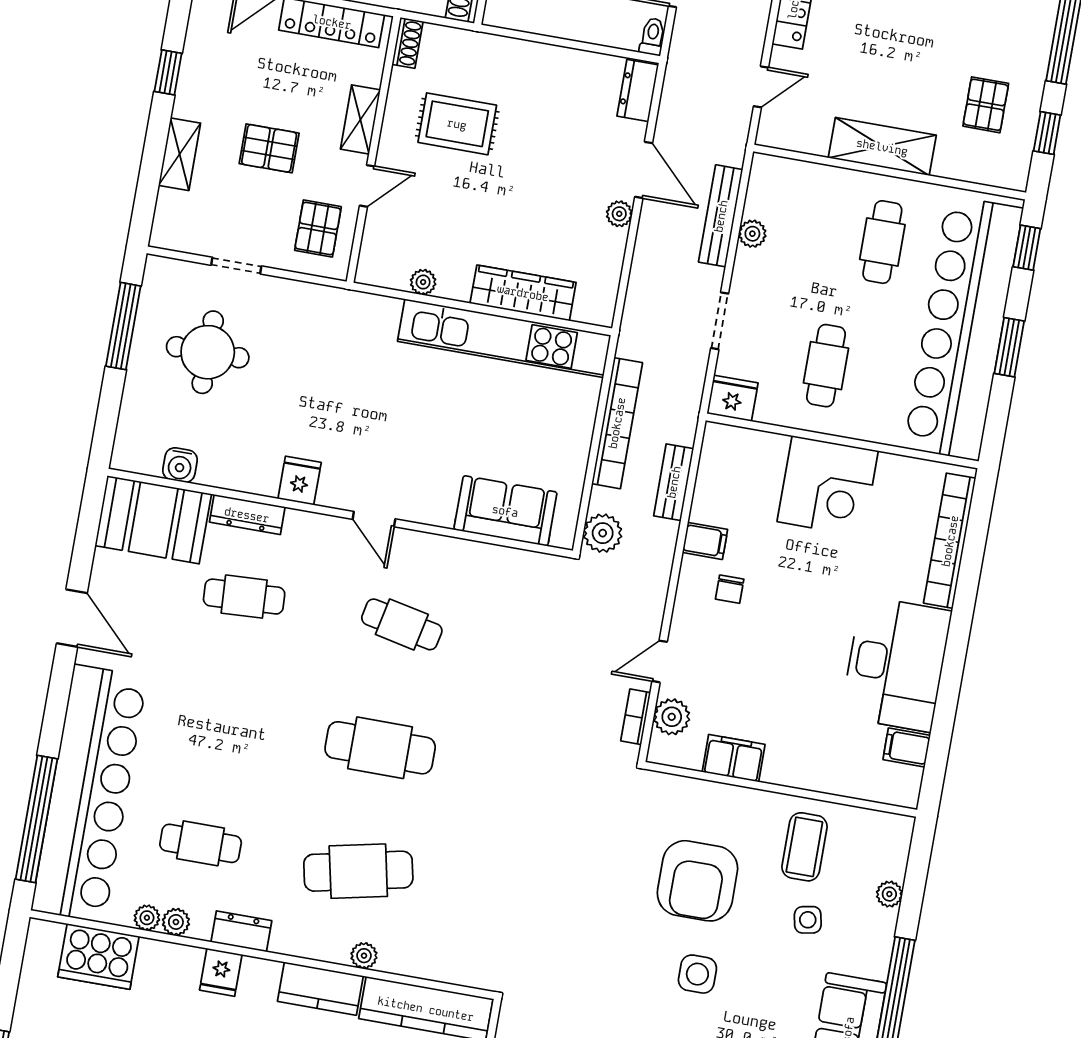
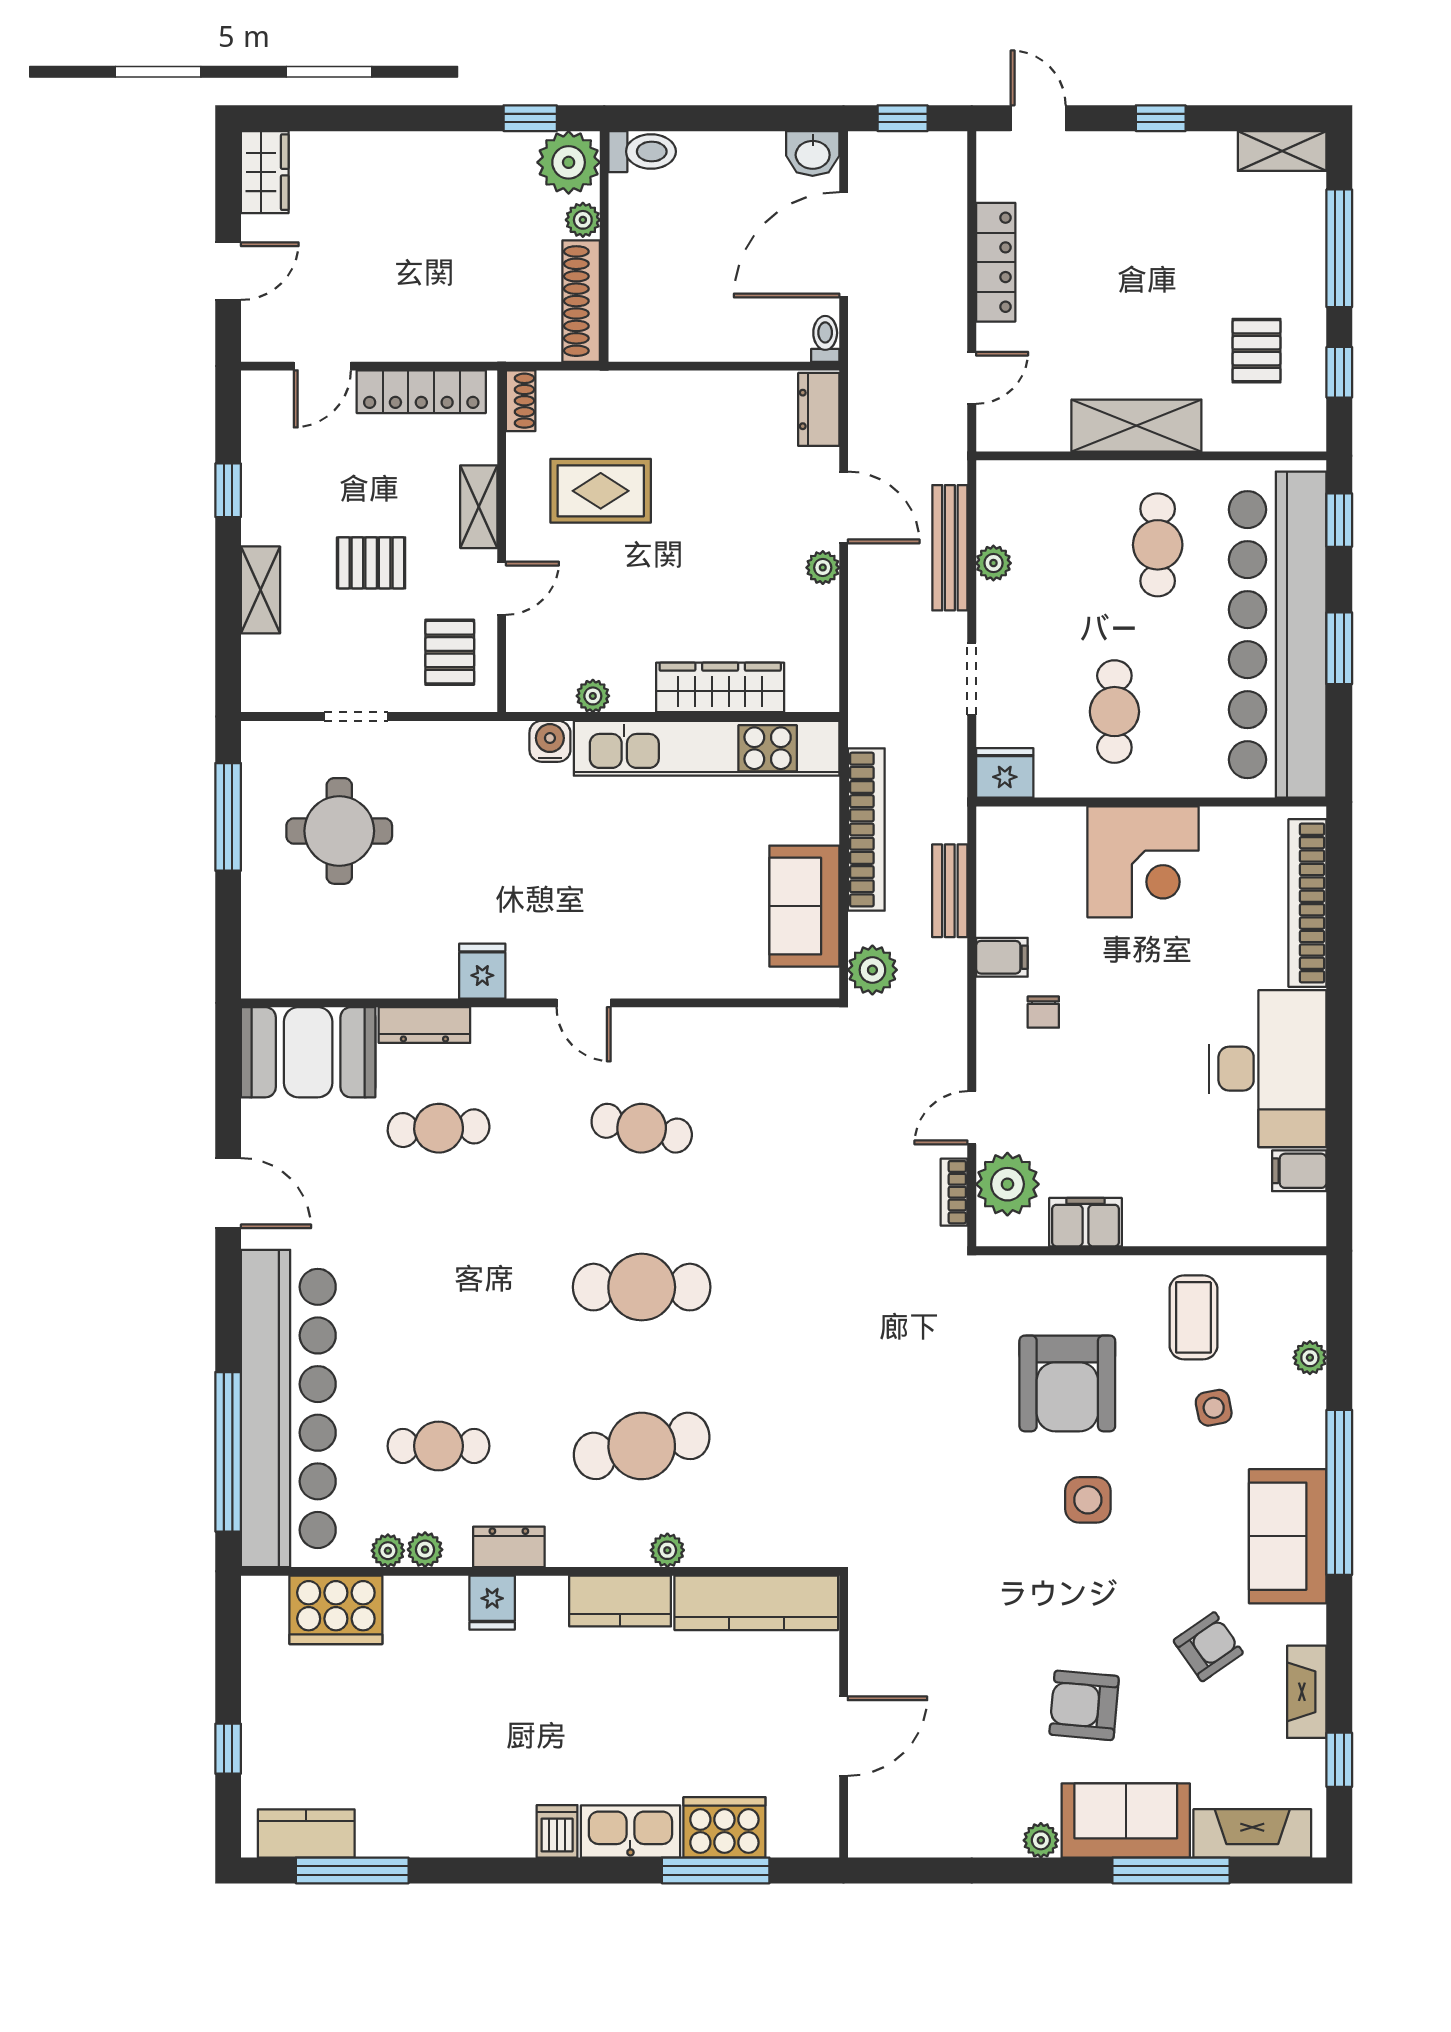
water cooler: (180, 465) -> (550, 741), moved, turned 180
sofa: (505, 511) -> (804, 906), moved, turned -90
plant: (672, 717) -> (1007, 1184), width x1.36, depth x1.36

